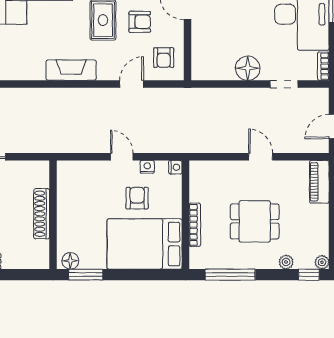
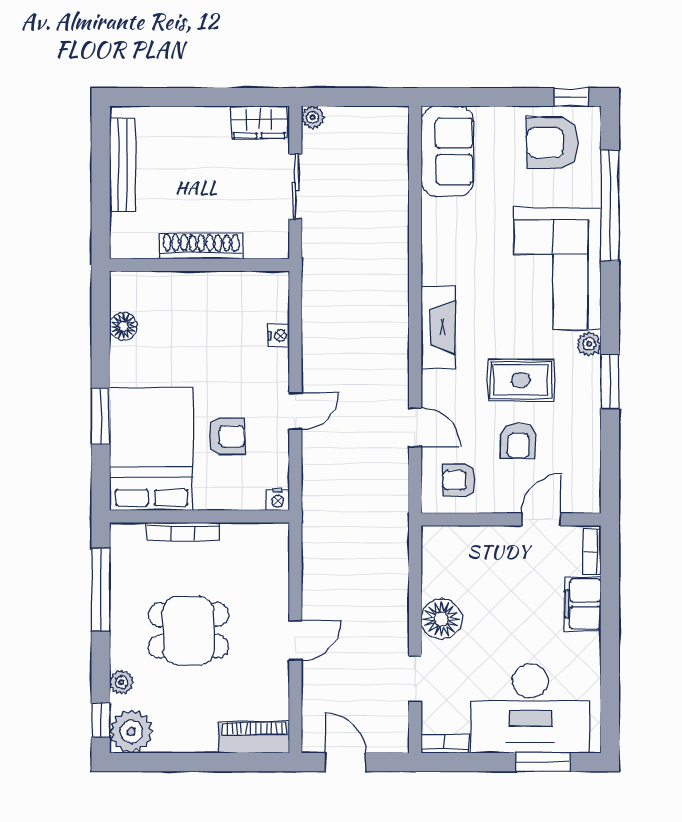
nightstand: (147, 167) -> (279, 335), moved
shoe rack: (42, 214) -> (201, 246), moved
wall: (53, 215) -> (199, 265), moved
dining table: (255, 221) -> (188, 631), turned 90
plant: (322, 262) -> (131, 731), width x1.88, depth x1.88
window: (86, 275) -> (101, 416), moved

